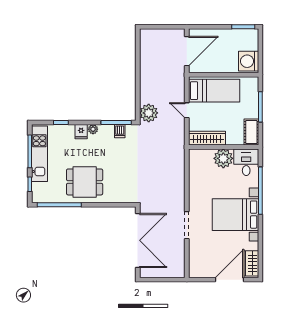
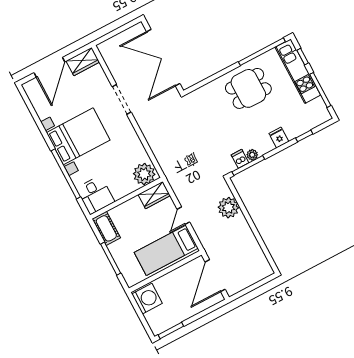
door: (187, 110) -> (183, 216), swing flipped
plant: (149, 113) -> (228, 208), moved
plant: (93, 129) -> (252, 155), moved
wardrobe: (207, 138) -> (154, 195), width x0.67
kitchen unit: (39, 154) -> (298, 71), moved
plant: (223, 158) -> (144, 174), moved
wardrobe: (251, 263) -> (83, 61), moved, turned 90

